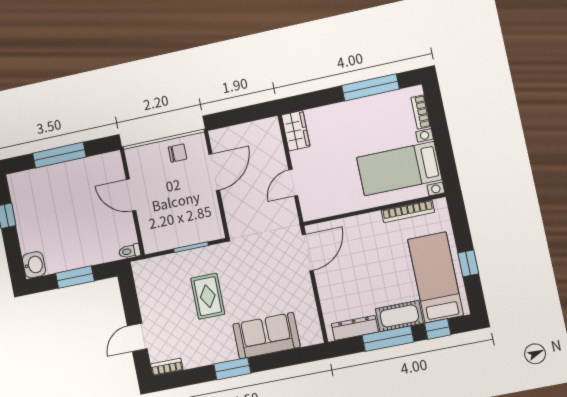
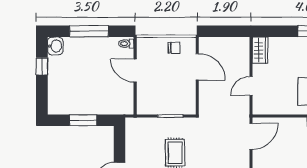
door: (214, 172) -> (197, 67), hinge flipped
toilet: (130, 251) -> (126, 44), moved
washbasin: (34, 265) -> (55, 46), moved

